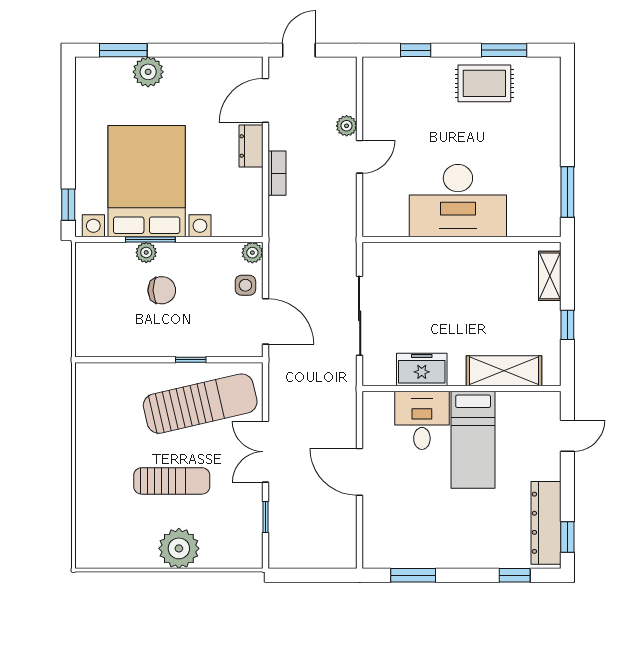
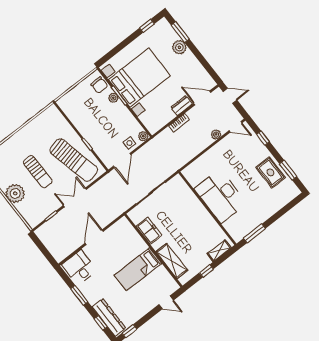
door: (360, 157) -> (236, 127), moved
window: (68, 205) -> (147, 26), moved
chair: (162, 290) -> (99, 85), moved
desk: (422, 420) -> (79, 267), moved, turned -90
dresser: (546, 523) -> (109, 317), moved, turned 90
window: (413, 575) -> (79, 295), moved

